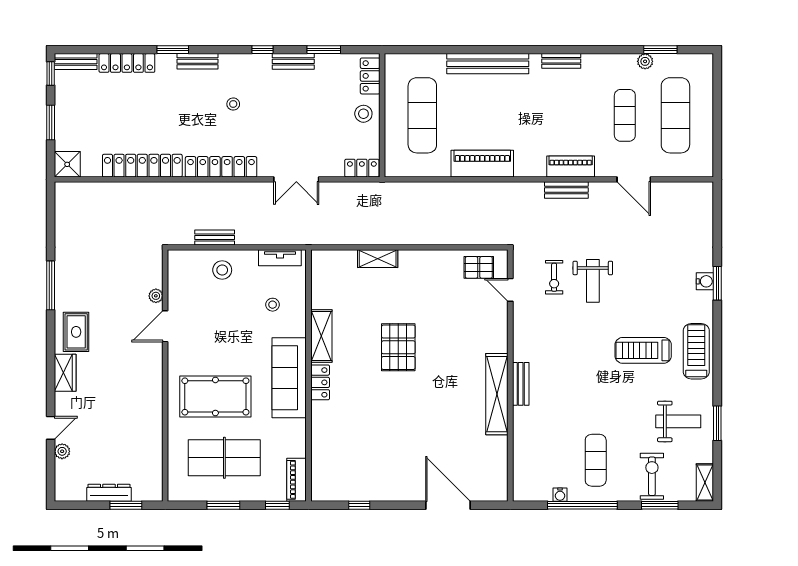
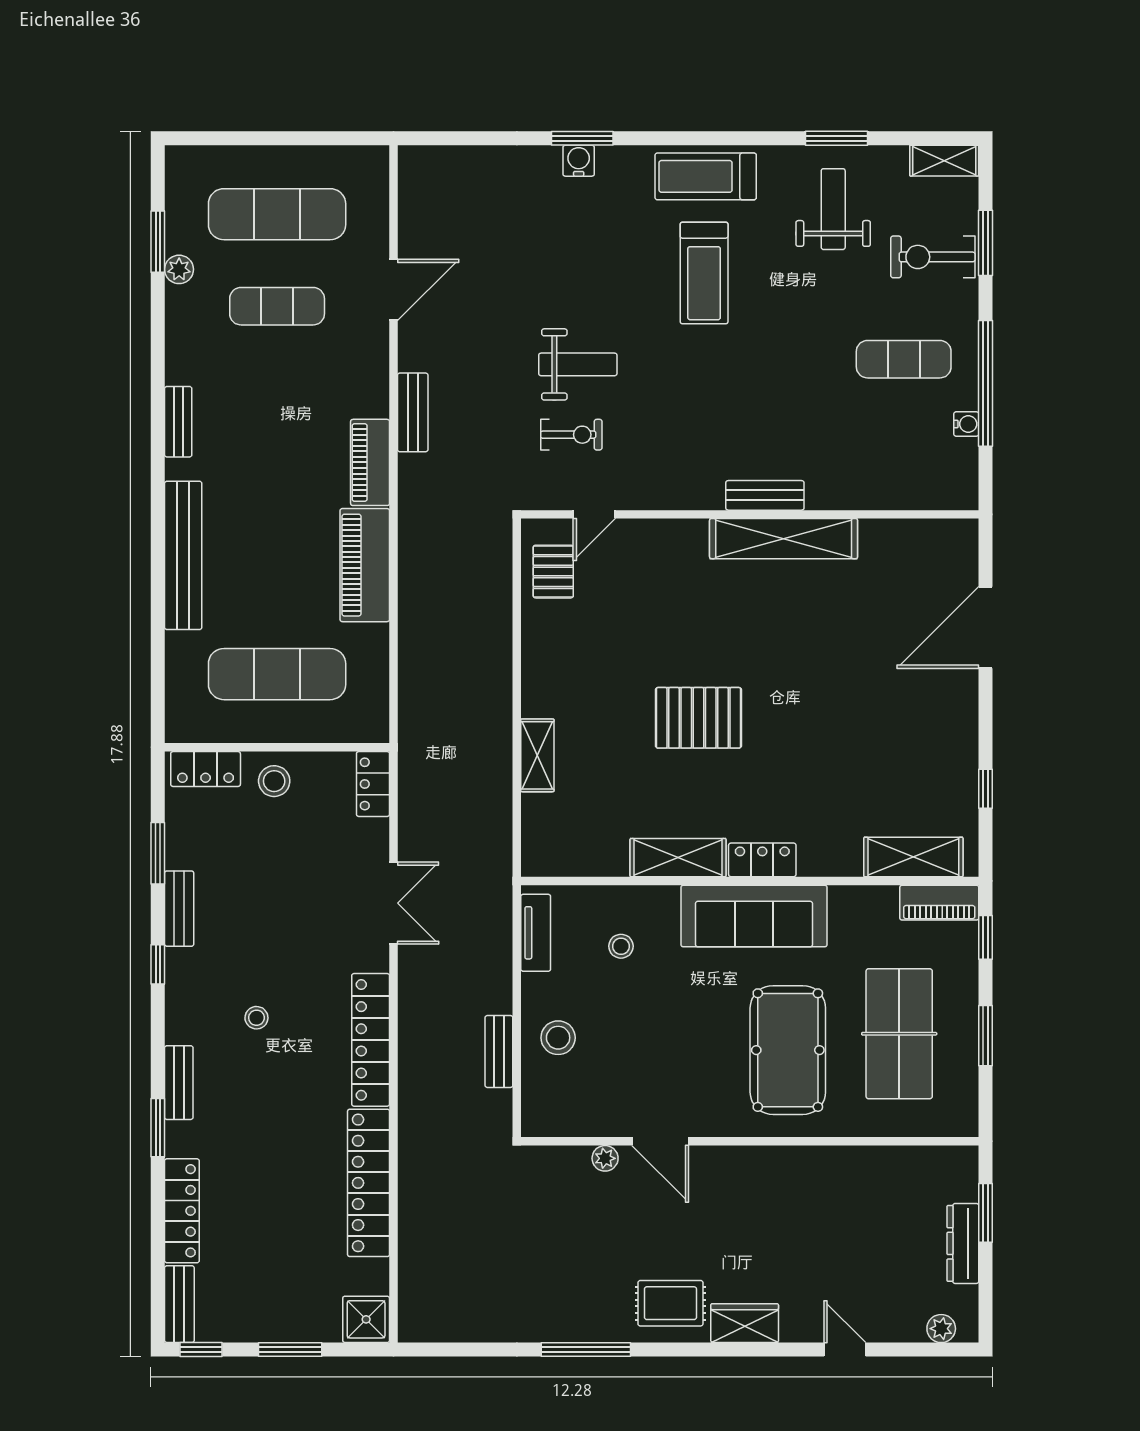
piano: (571, 167) -> (370, 462), moved
plant: (62, 451) -> (941, 1329), moved
shelving: (322, 466) -> (913, 857), added

